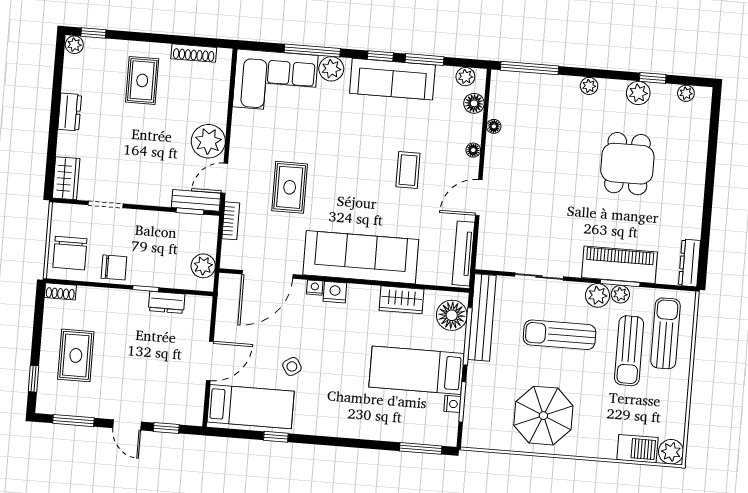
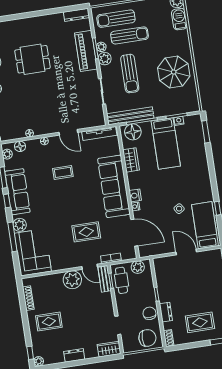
cafe table: (186, 231) -> (121, 280), added
dresser: (167, 302) -> (166, 312), moved

